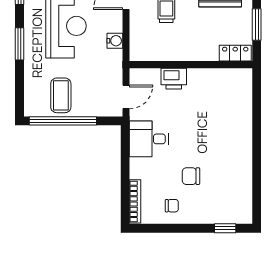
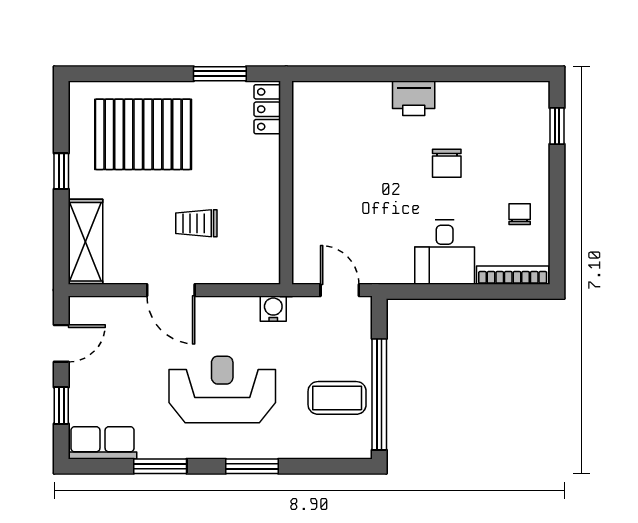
water cooler: (115, 41) -> (273, 309), moved
printer: (174, 79) -> (414, 98), moved, turned 90
desk: (149, 139) -> (445, 252), moved
chair: (191, 176) -> (447, 163), moved

